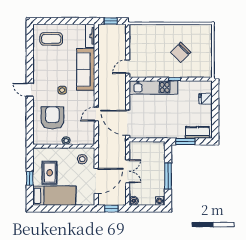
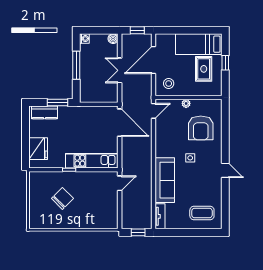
door: (30, 90) -> (225, 170), moved
fridge: (206, 99) -> (38, 149), width x1.88, depth x1.34
door: (96, 114) -> (154, 111), moved

